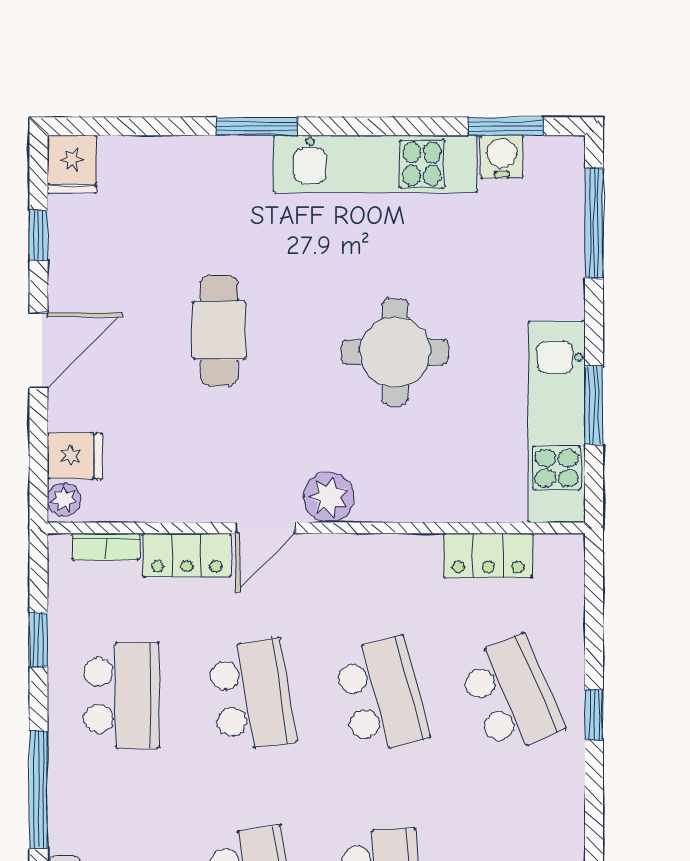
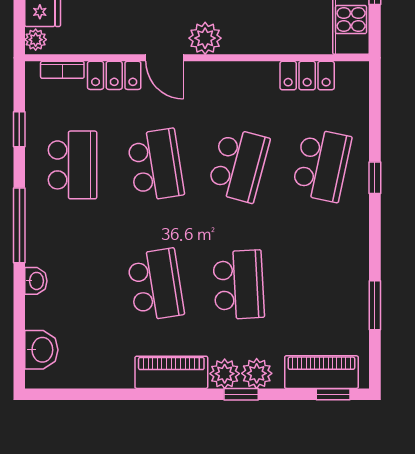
door: (265, 528) -> (165, 58), hinge flipped
school desk: (381, 695) -> (239, 165), turned 30
school desk: (511, 695) -> (322, 165), turned 36

